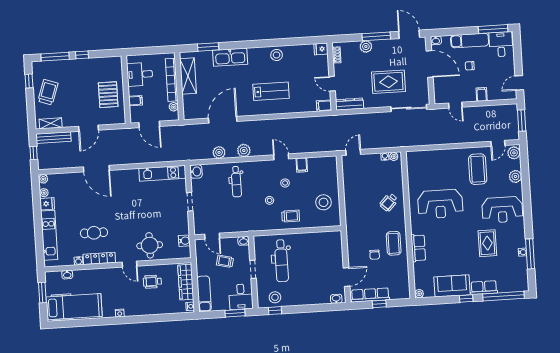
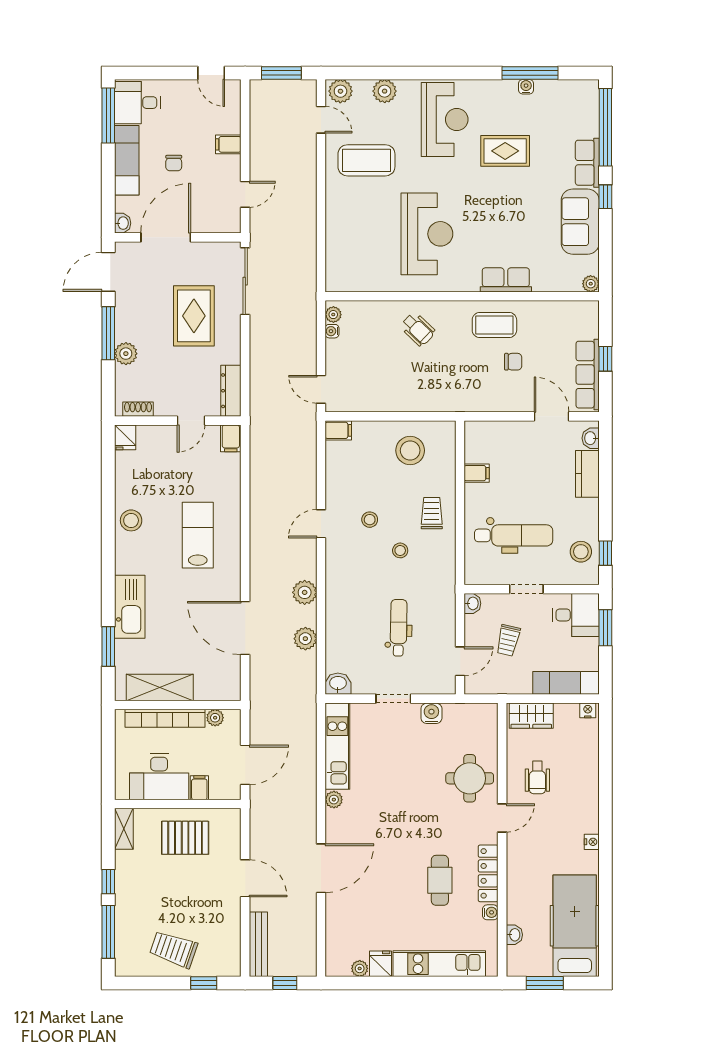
desk: (140, 74) -> (159, 777), width x1.37
window: (29, 81) -> (204, 983), moved
shelving: (51, 123) -> (124, 829), moved
filing cabinet: (302, 165) -> (338, 430), moved
plant: (43, 179) -> (334, 800), moved
dental chair: (236, 182) -> (399, 628), moved, turned -89
filing cabinet: (314, 239) -> (477, 473), added
water cooler: (184, 241) -> (431, 713), moved
wardrobe: (186, 282) -> (531, 716), width x0.67
kitchen counter: (317, 298) -> (587, 474), added

